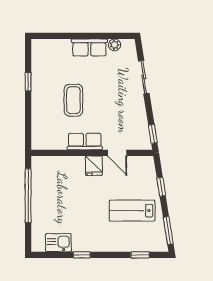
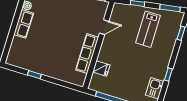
coffee table: (73, 100) -> (57, 47), removed
row of seats: (85, 142) -> (87, 54), width x1.48
fridge: (94, 166) -> (101, 68), moved

